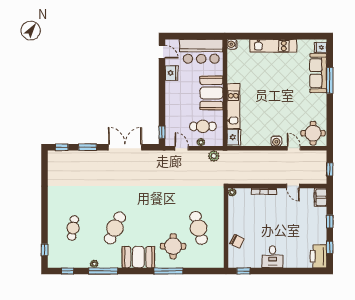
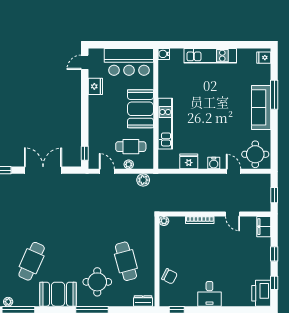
door: (162, 52) -> (85, 62), swing flipped
sofa: (318, 73) -> (261, 107), moved
fridge: (234, 137) -> (189, 161), moved, turned -90
dresser: (214, 263) -> (143, 301), added

